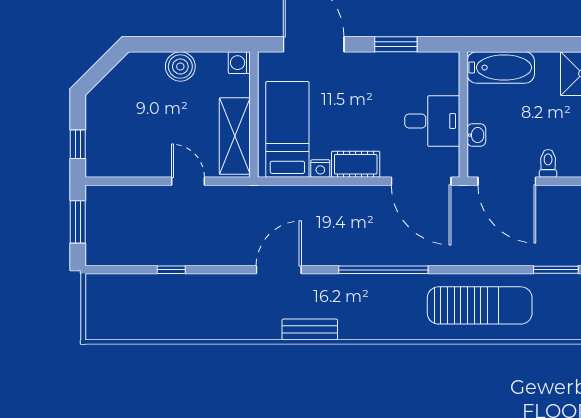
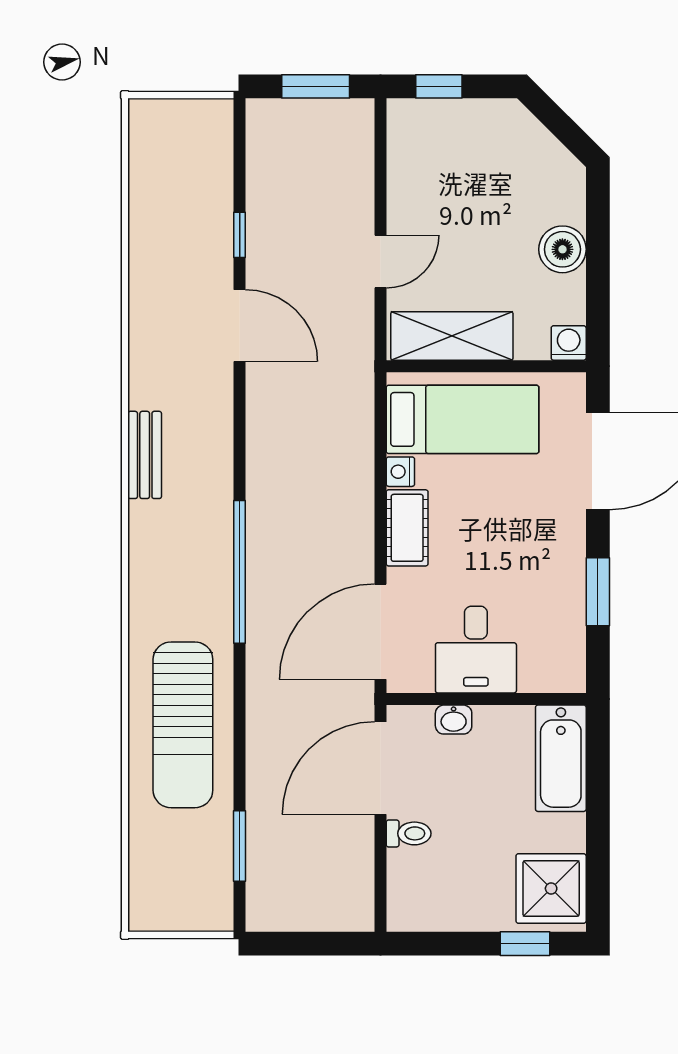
door: (279, 270) -> (240, 326), moved

